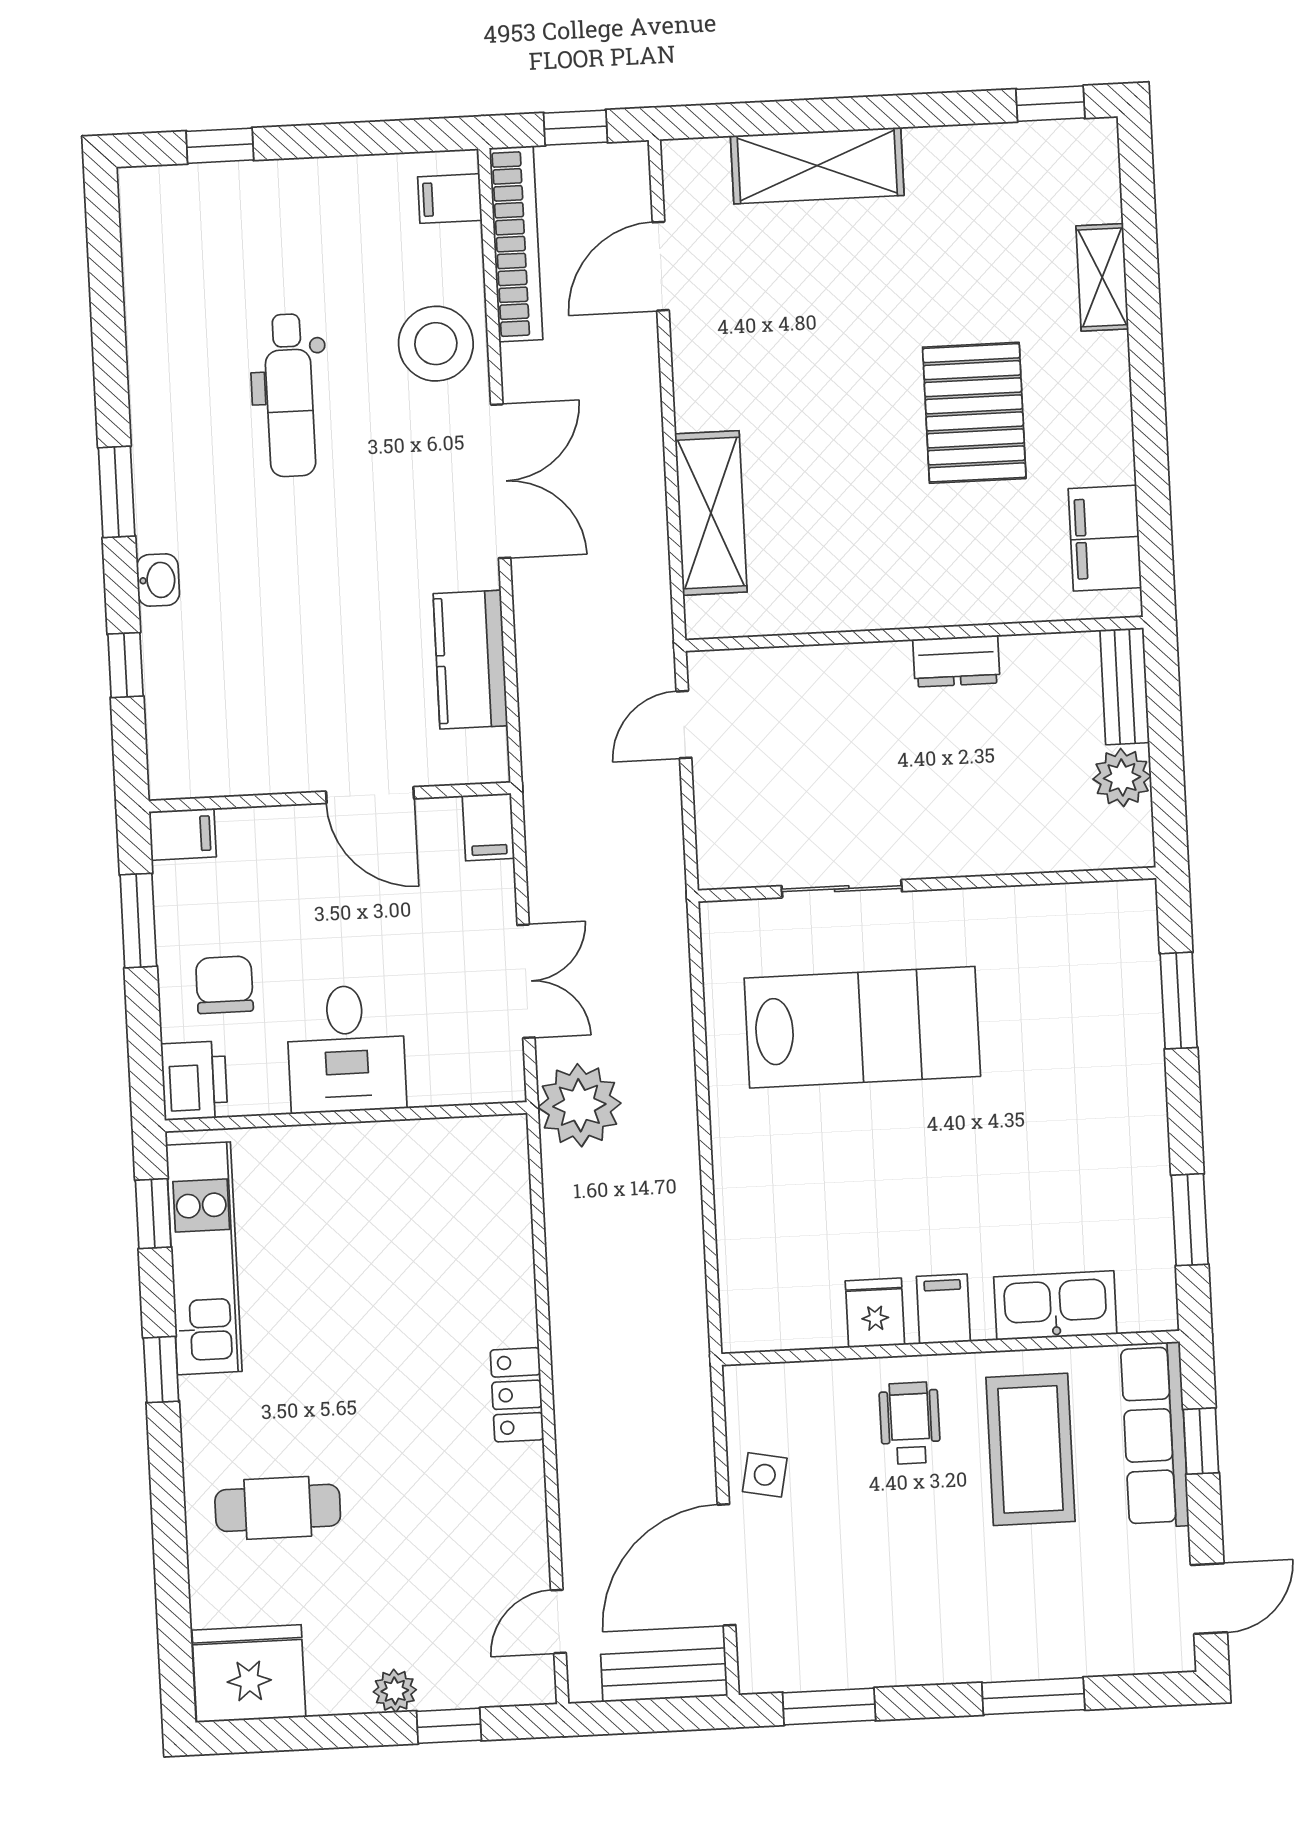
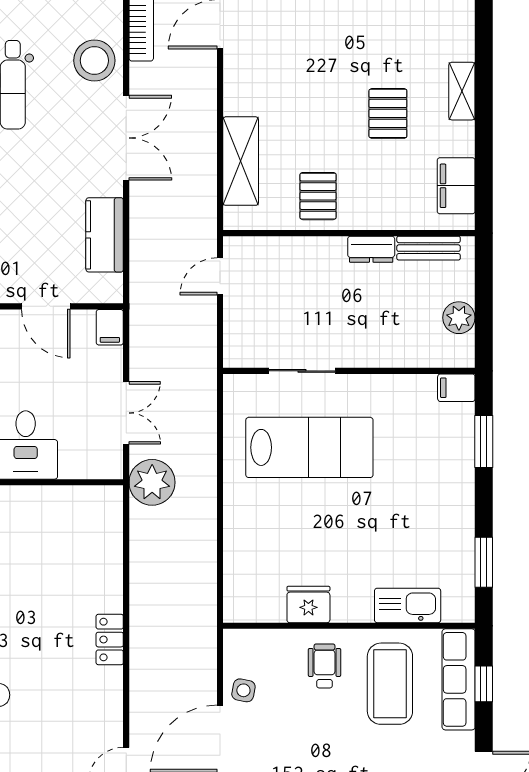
shelving: (1102, 277) -> (462, 91), moved
pallet: (974, 413) -> (388, 113), width x0.67, depth x0.71
pallet: (855, 569) -> (318, 196), added
bench: (1125, 686) -> (429, 248), moved, turned 90
filing cabinet: (943, 1309) -> (456, 388), moved, turned -90
fridge: (875, 1313) -> (308, 604), width x1.38

